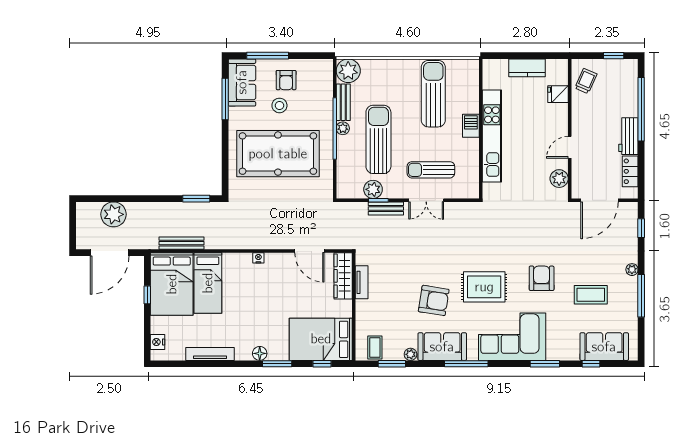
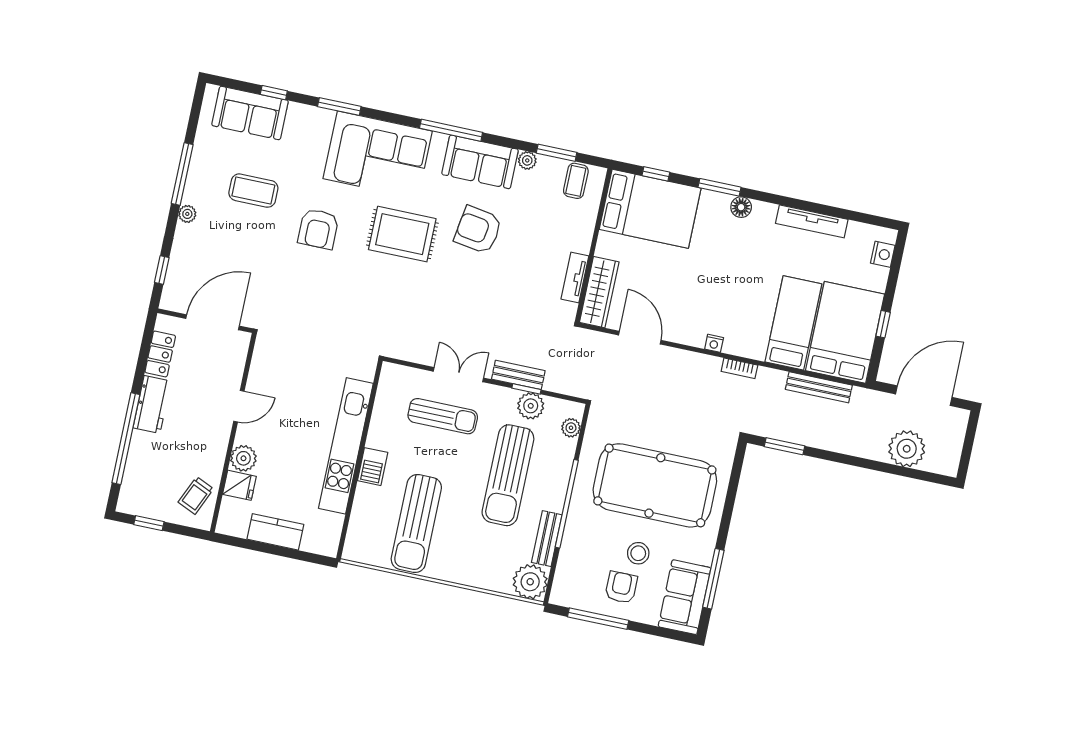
window: (268, 56) -> (598, 619), moved
plant: (343, 128) -> (571, 428), moved
plant: (559, 179) -> (243, 458), moved
bookcase: (238, 245) -> (739, 368), added

